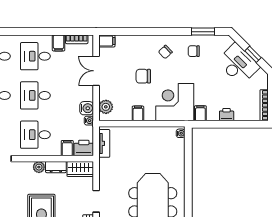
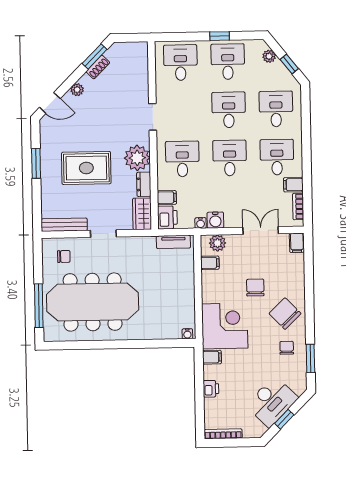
chair: (165, 52) -> (285, 314), width x1.87, depth x1.87
filing cabinet: (138, 113) -> (210, 263), moved
plant: (39, 167) -> (137, 158), width x1.87, depth x1.87

